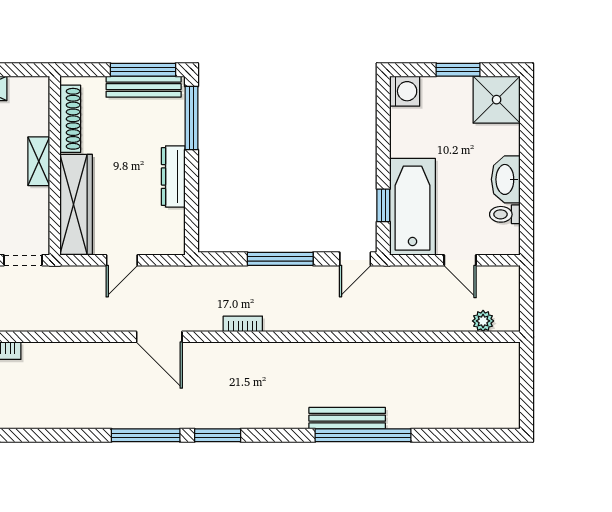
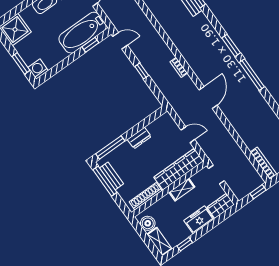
window: (458, 70) -> (21, 63), moved
bench: (144, 87) -> (111, 176), width x0.73
boiler: (23, 91) -> (148, 223), added
shelving: (39, 161) -> (182, 190), moved
dresser: (173, 176) -> (139, 138), width x0.70
window: (280, 259) -> (142, 71), width x0.46

